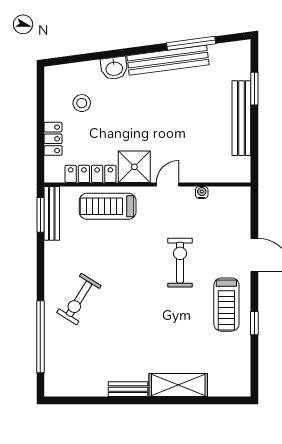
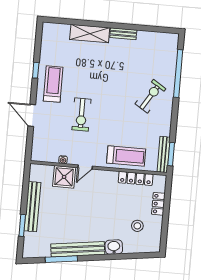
shower: (134, 167) -> (64, 177), moved

